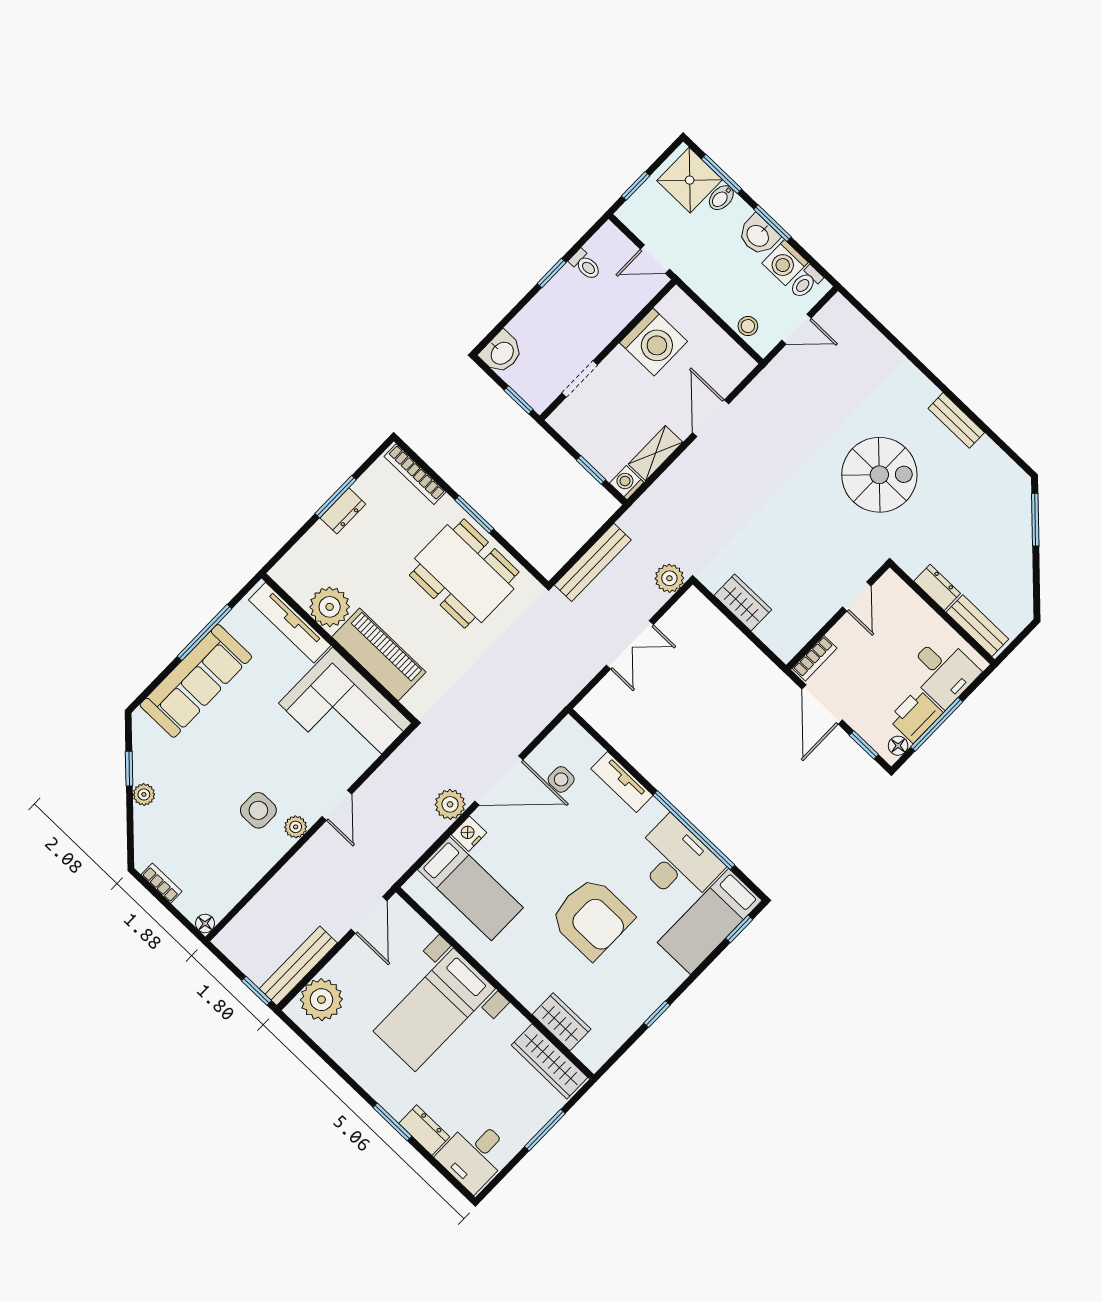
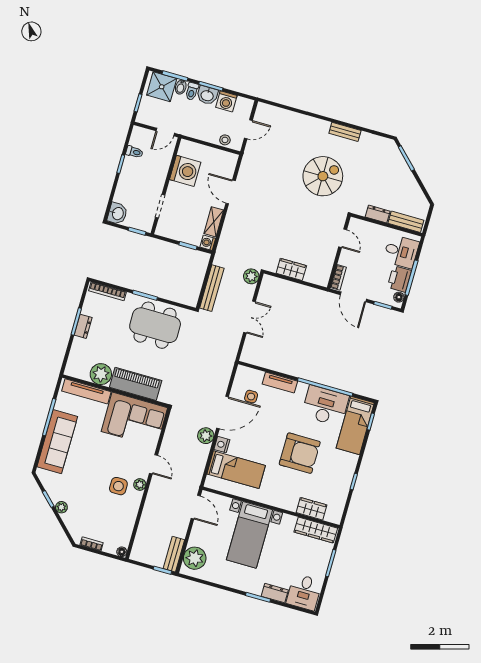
toilet: (806, 282) -> (192, 91), moved
bench: (298, 966) -> (174, 554), width x0.73

